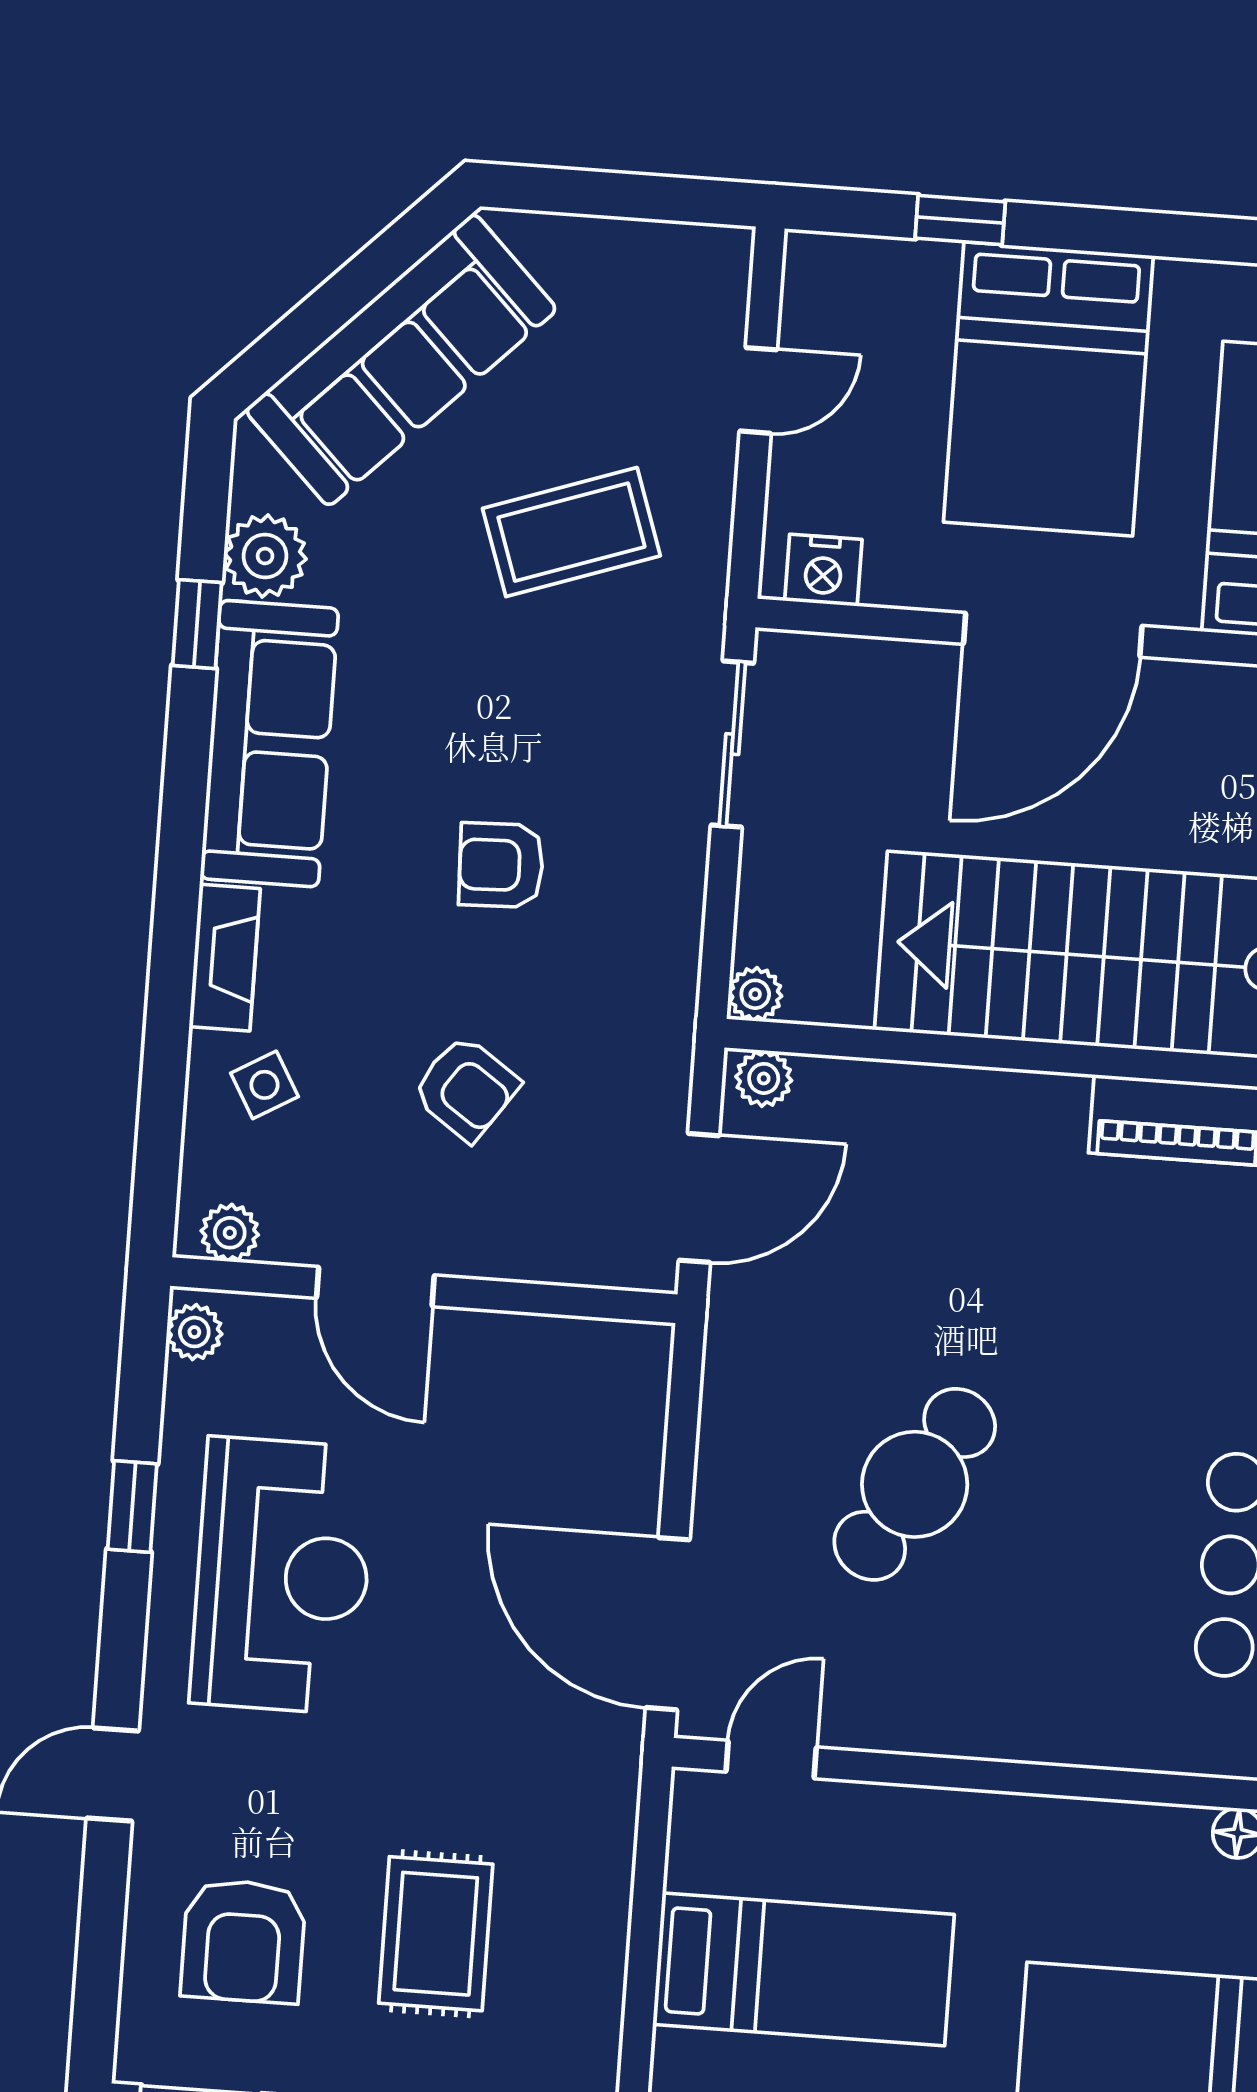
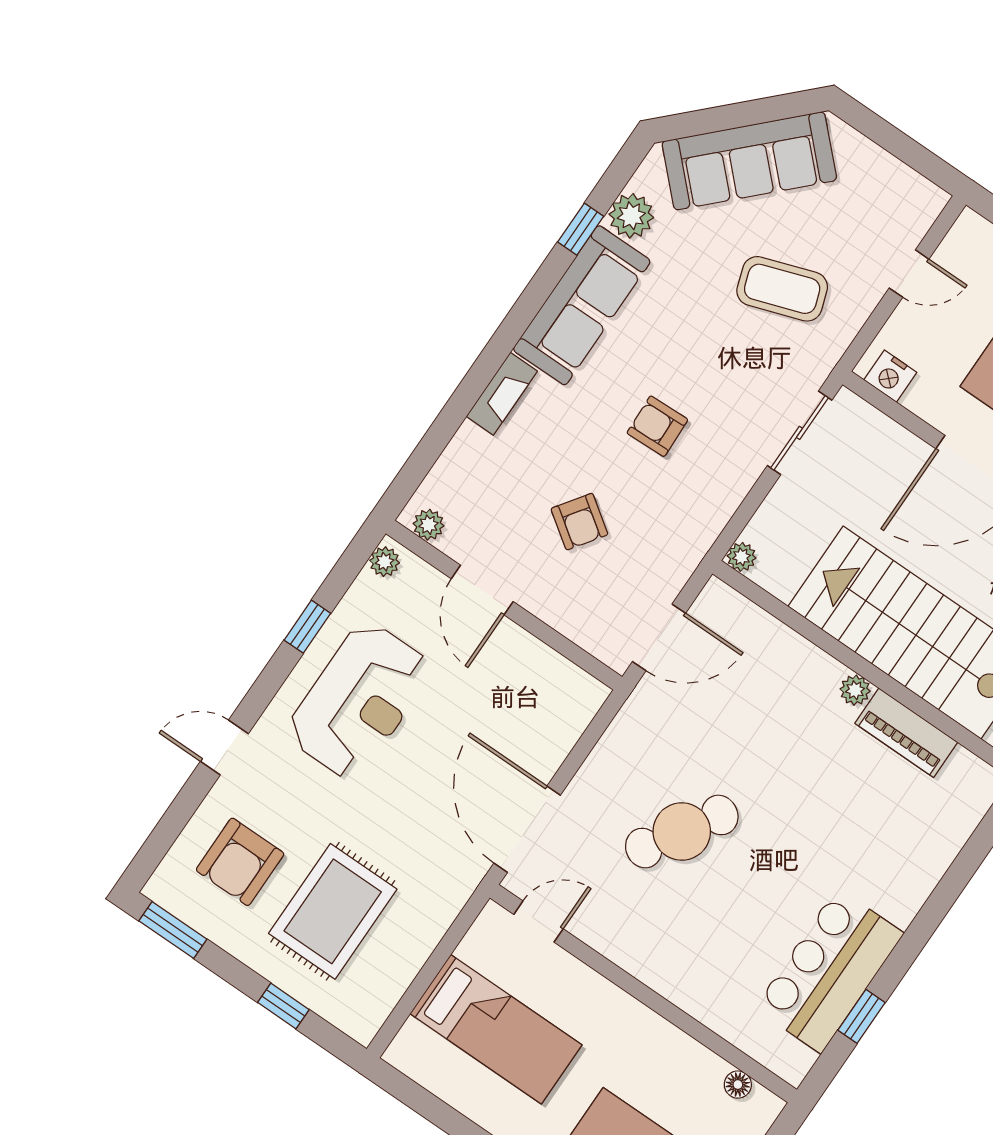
plant: (764, 1078) -> (855, 690), moved
side table: (265, 1085) -> (486, 465), removed
rug: (436, 1934) -> (333, 911), width x1.36, depth x1.43

